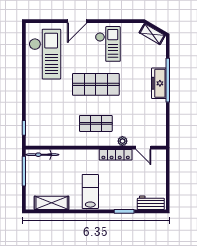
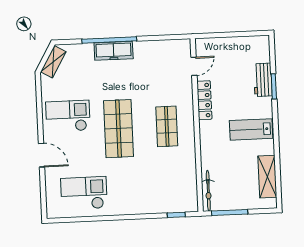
checkout: (45, 54) -> (84, 193), width x0.73, depth x0.83
plant: (122, 141) -> (187, 92), removed
workbench: (151, 203) -> (263, 80), moved

